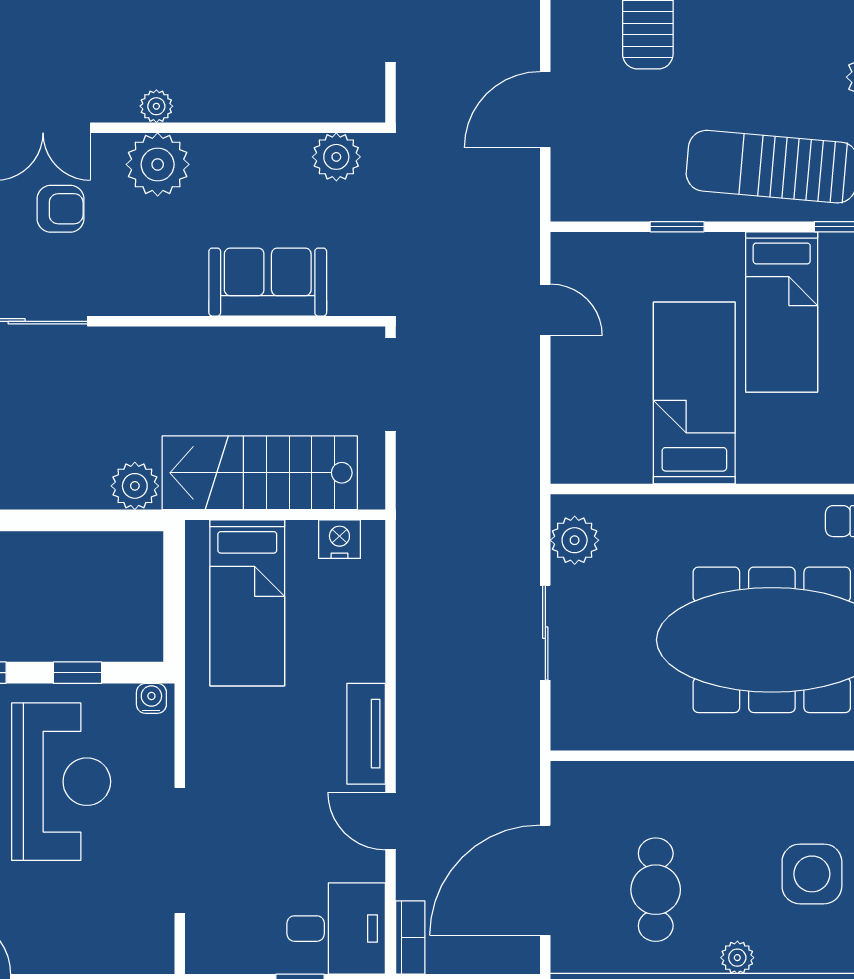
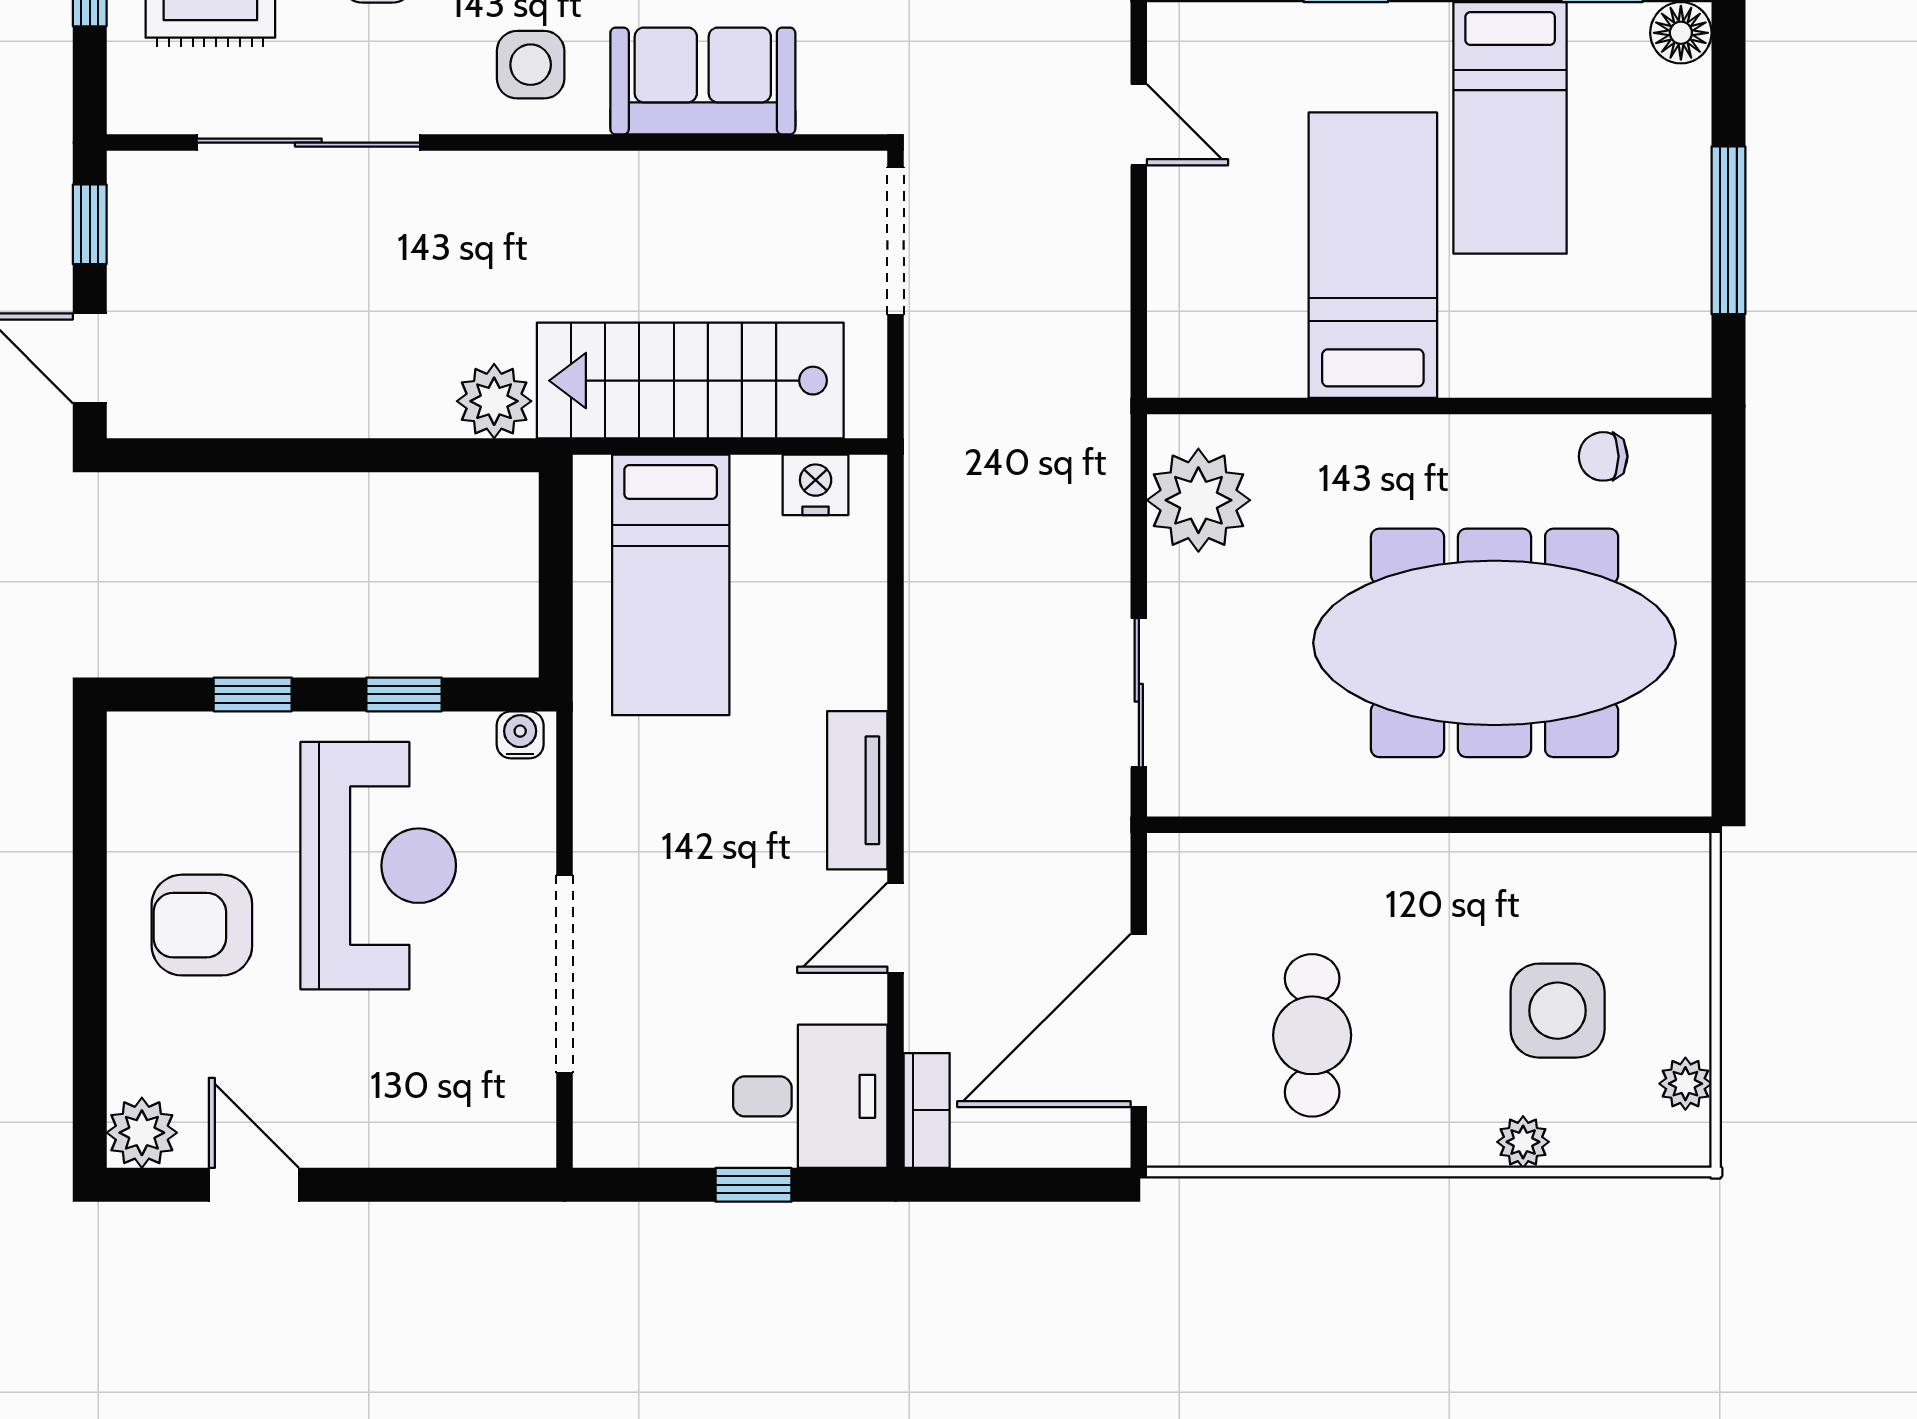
side table: (158, 272) -> (531, 65), added
plant: (575, 540) -> (1198, 500), width x1.36, depth x1.36
sliding door: (545, 633) -> (1139, 693), moved
door: (390, 821) -> (896, 928), hinge flipped
plant: (737, 958) -> (1523, 1142), moved

